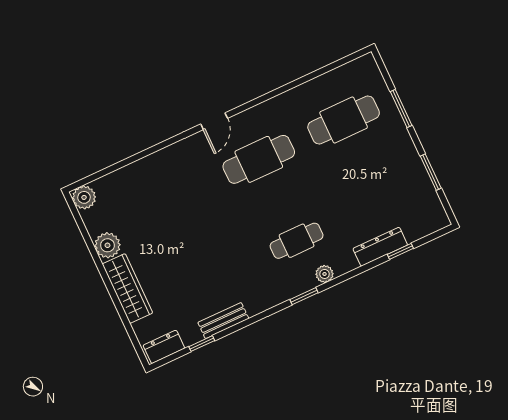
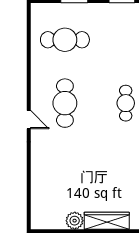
cafe table: (344, 120) -> (65, 40), turned 90
plant: (84, 197) -> (38, 221), removed

